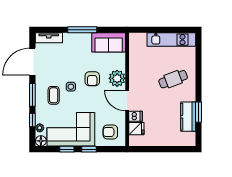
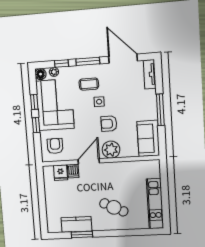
cafe table: (173, 79) -> (114, 207), turned -43

